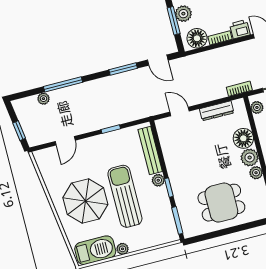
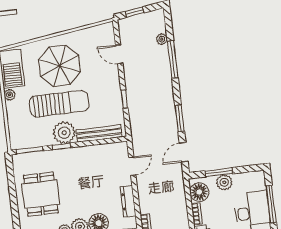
plant: (158, 180) -> (64, 133), width x1.88, depth x1.88

